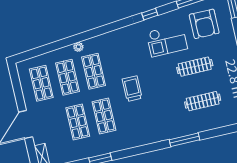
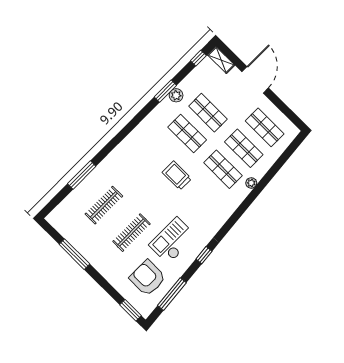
trolley: (132, 89) -> (177, 176), turned 180
window: (184, 140) -> (82, 175), moved
plant: (94, 151) -> (176, 95), added

